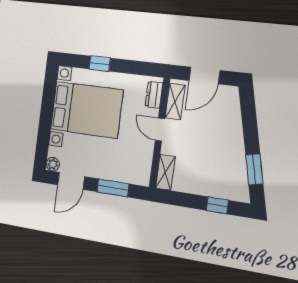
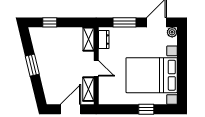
dresser: (154, 95) -> (104, 40), moved
window: (254, 169) -> (32, 65), moved

